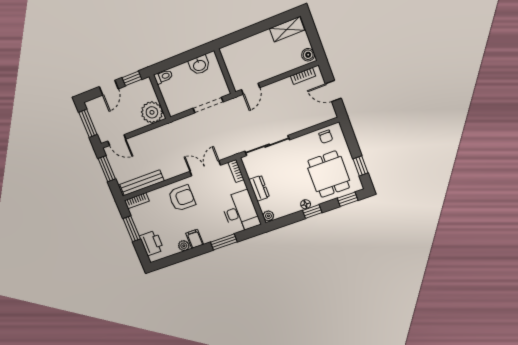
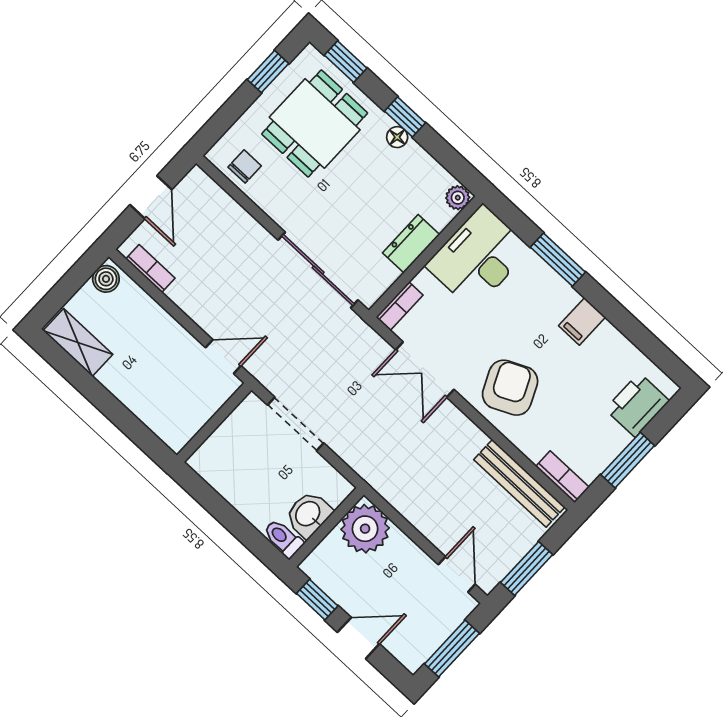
washbasin: (199, 65) -> (308, 514), moved, turned -90
armchair: (182, 198) -> (510, 388), turned 65
plant: (184, 246) -> (608, 337), removed

